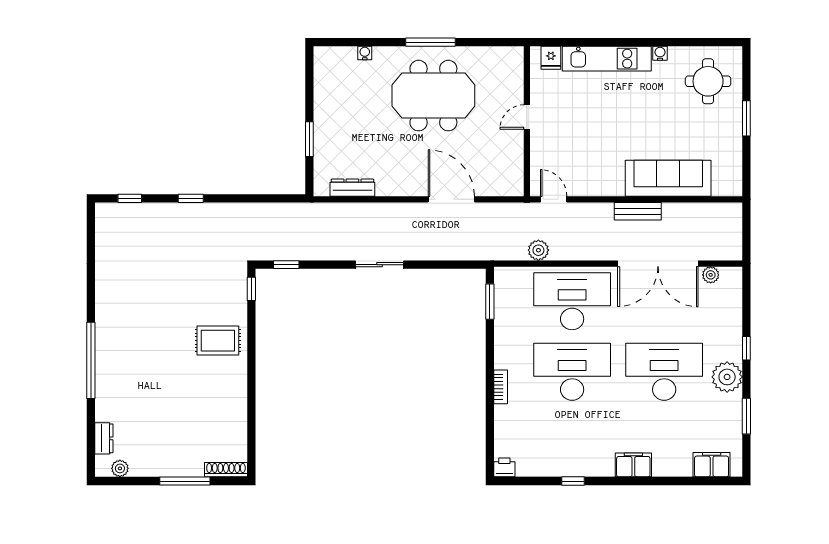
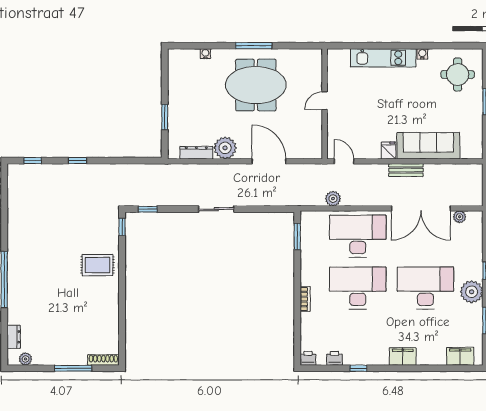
fridge: (551, 58) -> (389, 150), moved, turned 180
plant: (392, 181) -> (225, 148), added
printer: (541, 467) -> (335, 358), added

